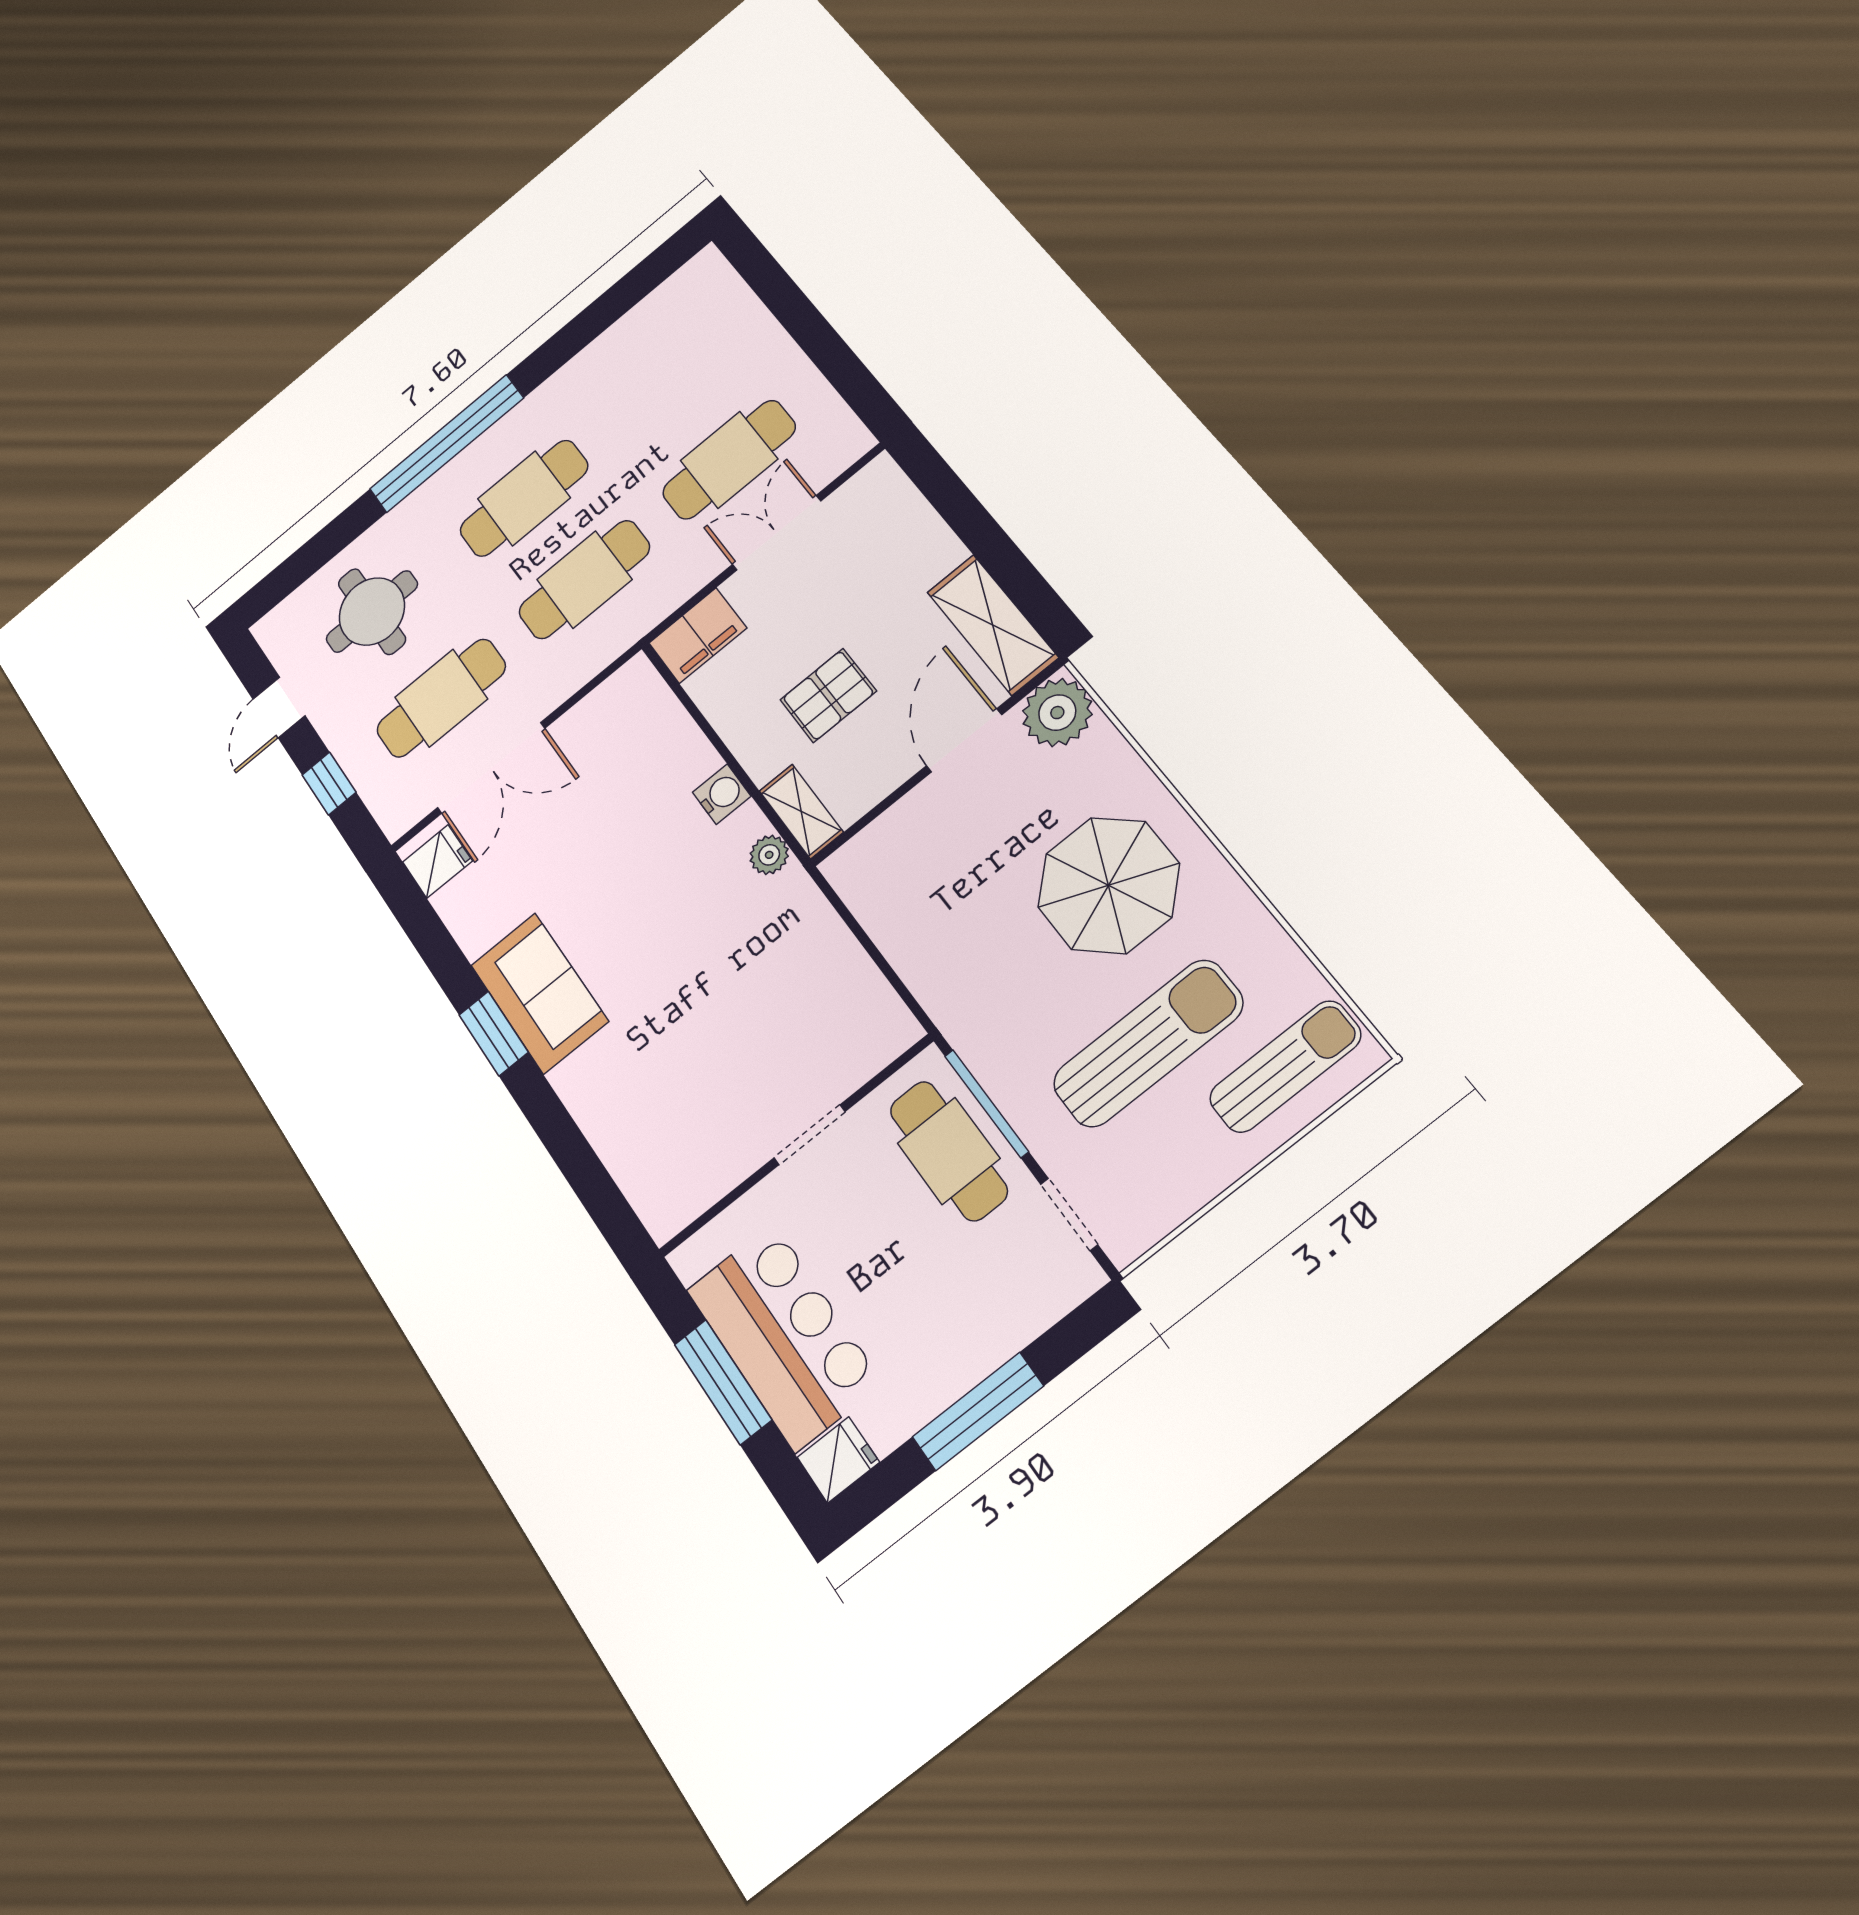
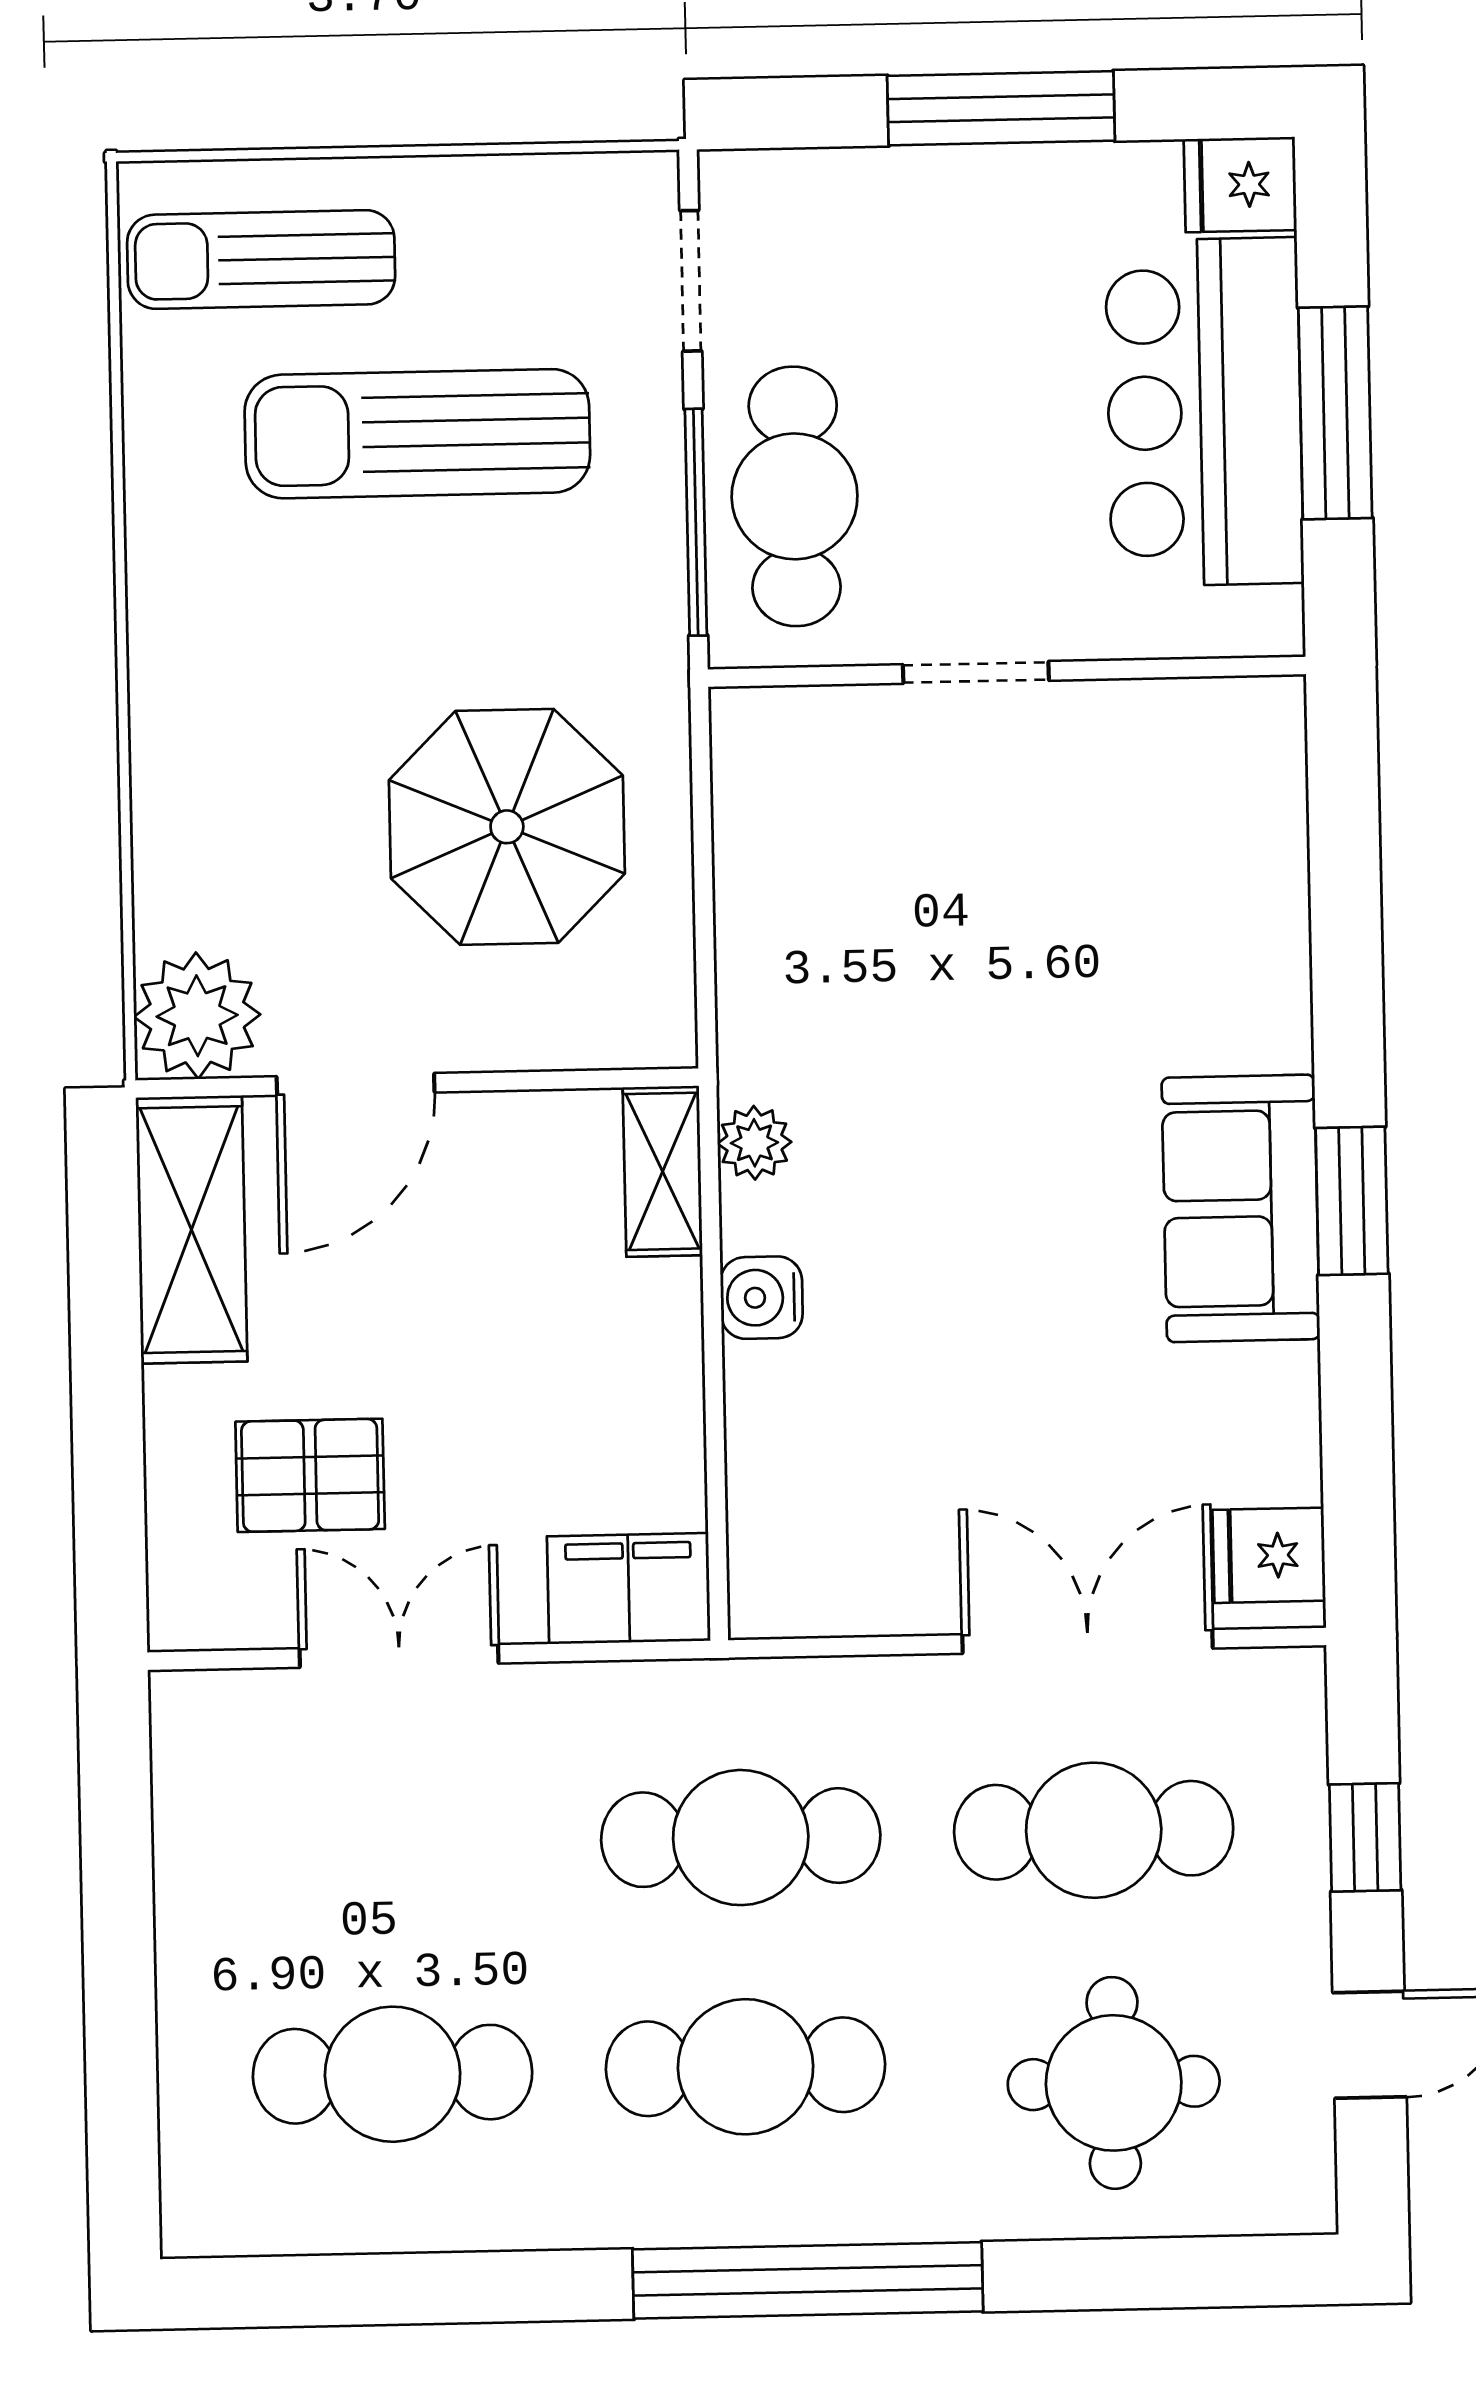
cafe table: (729, 460) -> (393, 2074), moved
double door: (776, 533) -> (399, 1656), swing flipped
pallet: (828, 695) -> (310, 1475), moved
parasol: (1108, 885) -> (507, 827), moved

